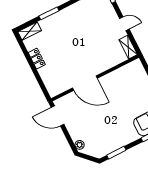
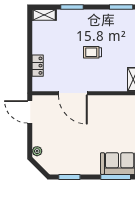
trolley: (84, 42) -> (92, 52), added
locker: (37, 59) -> (38, 66), moved

